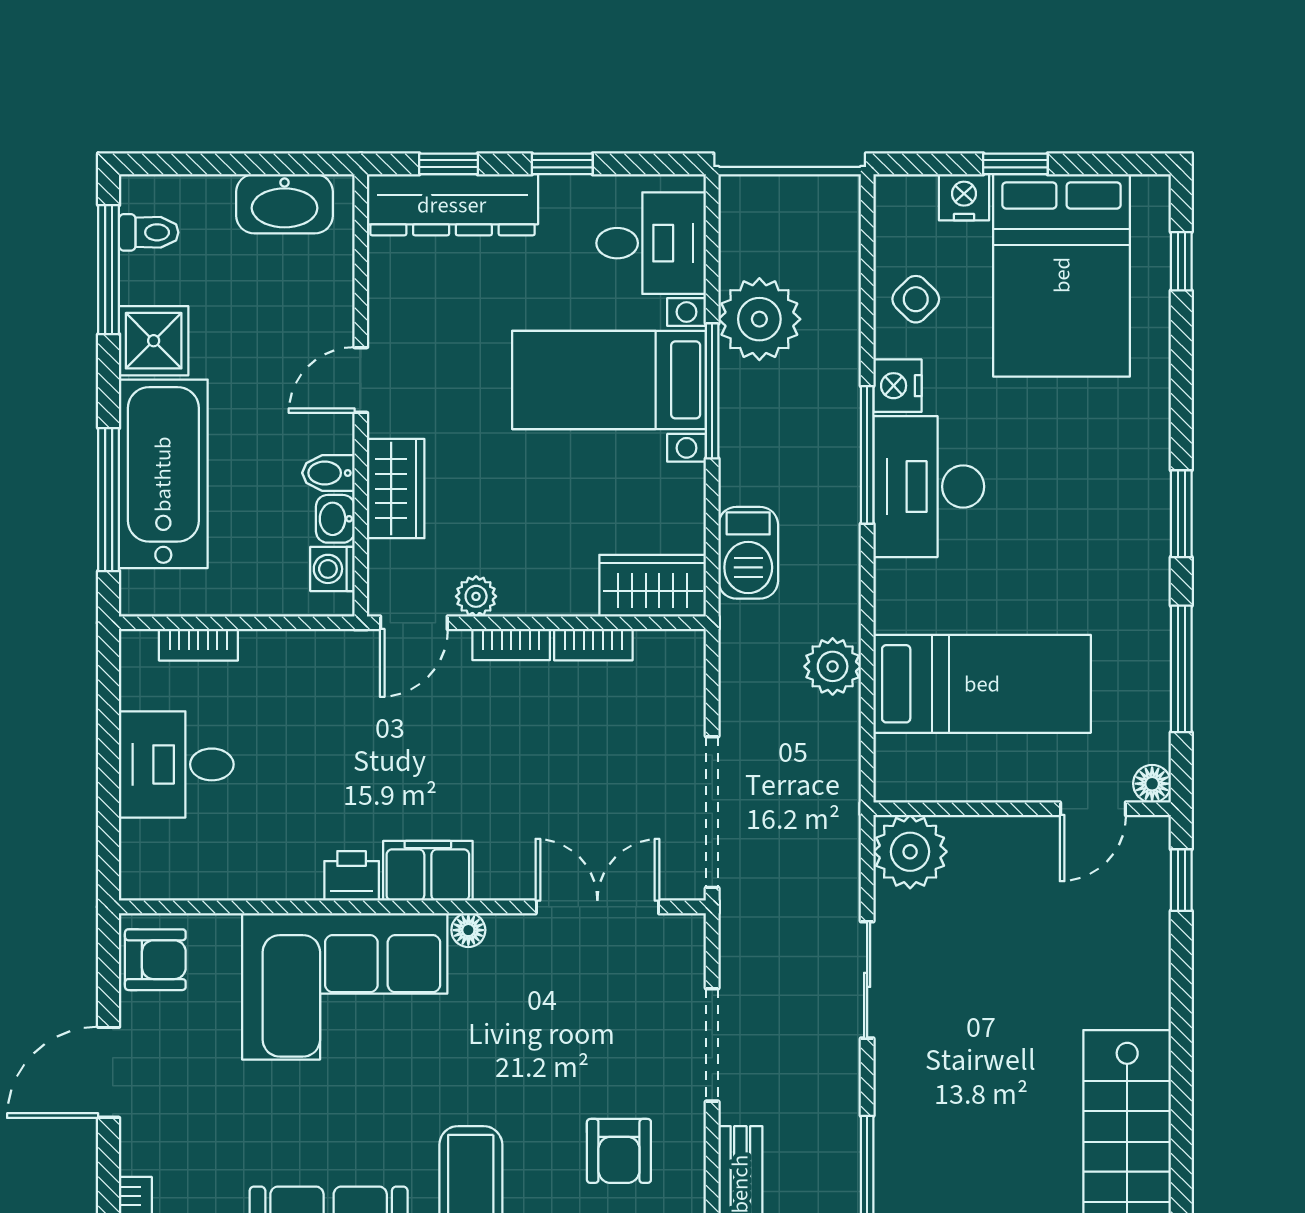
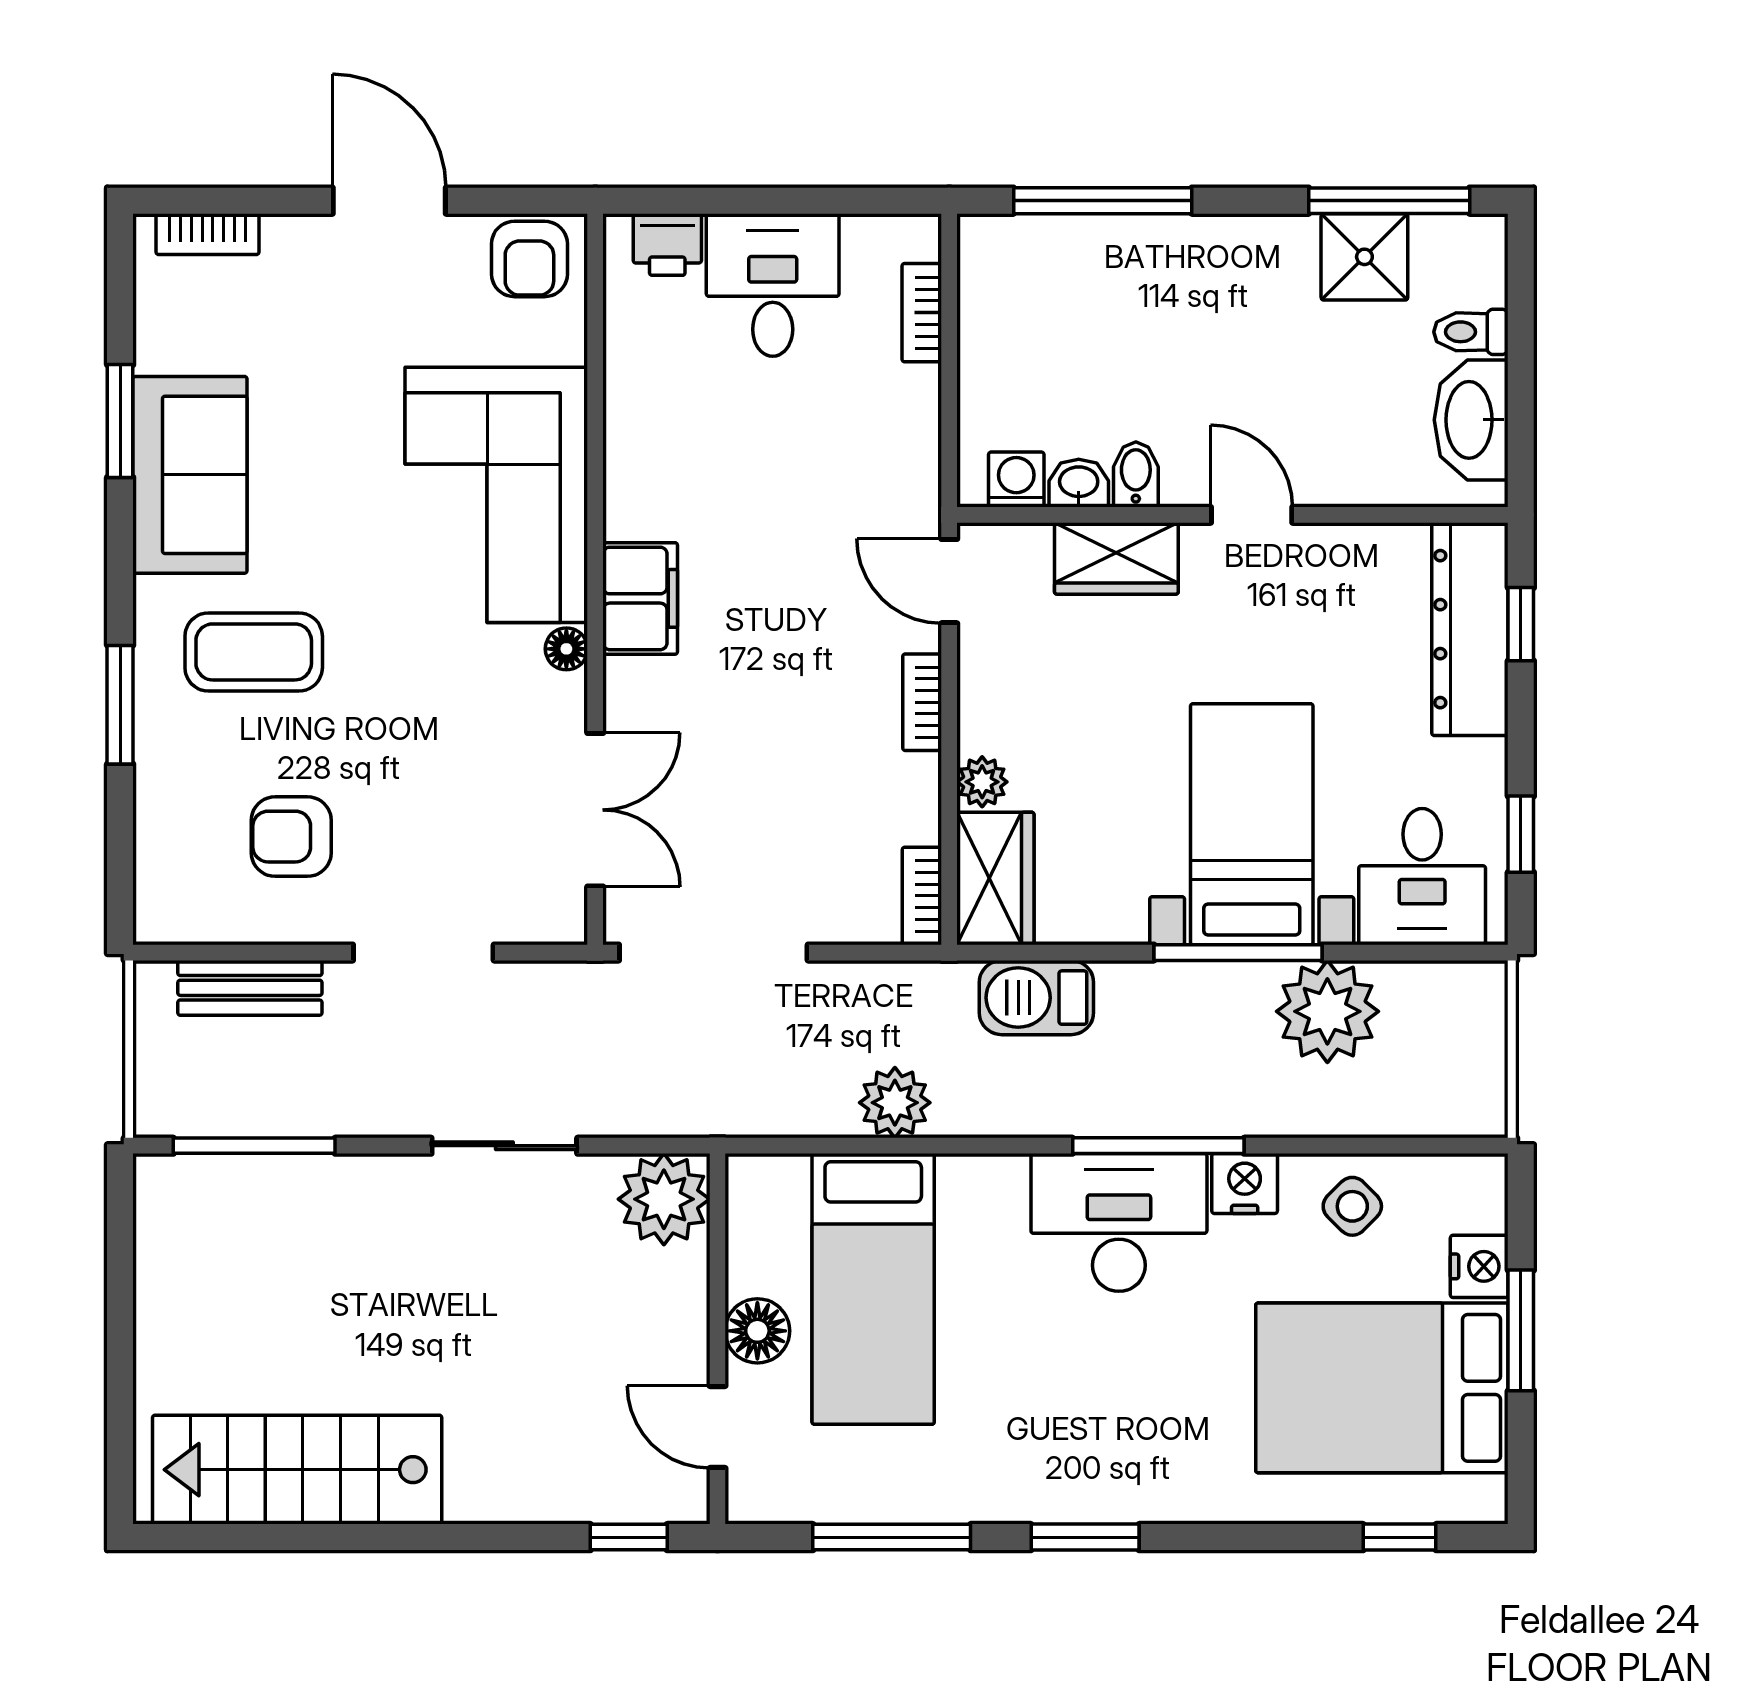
window: (562, 164) -> (1521, 834), moved
window: (1015, 164) -> (1521, 1330), width x1.50
toilet: (149, 232) -> (1471, 332), moved, turned 90
shower: (154, 341) -> (1364, 257), moved
bathtub: (163, 474) -> (1135, 269), removed
plant: (476, 596) -> (982, 782), moved
bookcase: (593, 645) -> (922, 896), moved
floor lamp: (1152, 784) -> (757, 1331), moved, width x1.37, depth x1.37
printer: (352, 876) -> (667, 245), moved, turned 90

